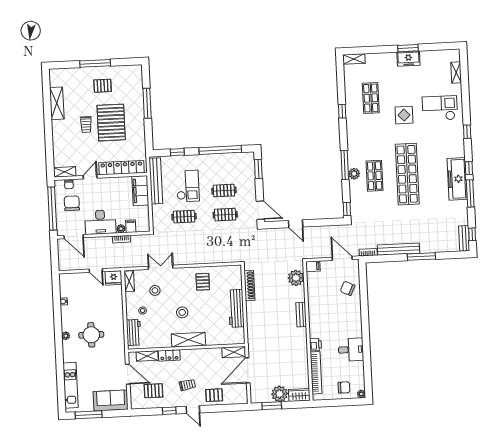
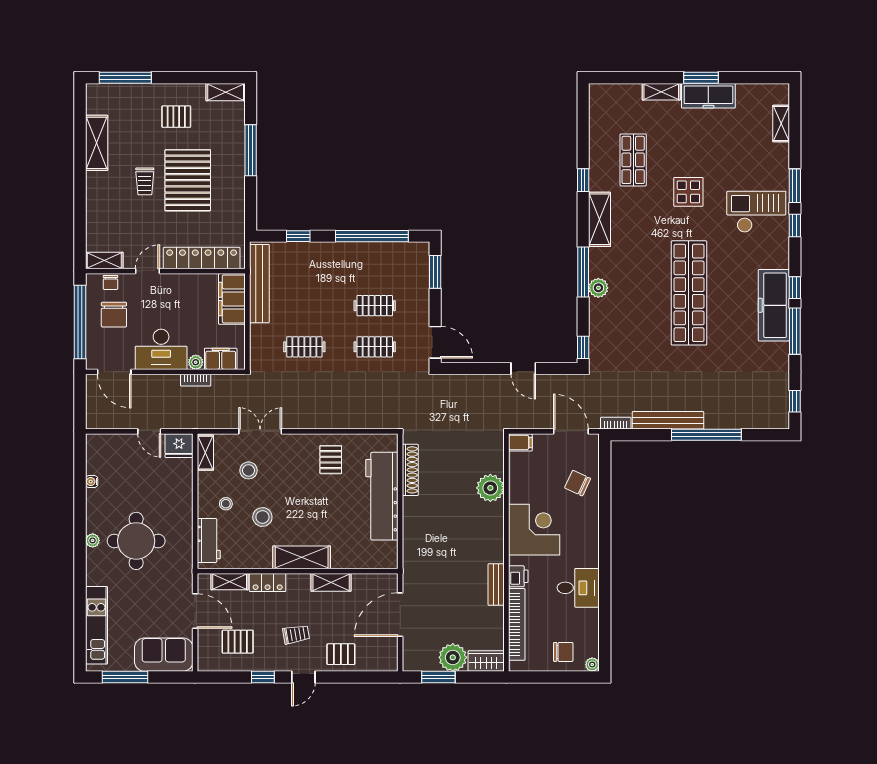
shelving: (354, 59) -> (661, 92), moved
freezer: (408, 59) -> (708, 96), width x1.40
window: (95, 63) -> (125, 78), moved
shelving: (131, 70) -> (226, 92), added
checkout: (440, 108) -> (756, 212), moved
window: (466, 108) -> (795, 186), added
shelving: (353, 134) -> (600, 219), added
shop shelf: (375, 176) -> (633, 293), removed
checkout: (188, 186) -> (313, 295), removed
chair: (72, 203) -> (114, 315), turned 180
door: (296, 224) -> (523, 368), moved
filing cabinet: (131, 226) -> (221, 359), width x2.00
bench: (464, 238) -> (781, 407), removed
window: (421, 257) -> (706, 435), width x1.46
plant: (296, 278) -> (490, 488), moved
workbench: (236, 308) -> (382, 496), width x1.36, depth x1.32
stool: (182, 312) -> (262, 517), moved
bench: (301, 315) -> (496, 585), moved
corner desk: (324, 317) -> (534, 530), added
round table: (91, 335) -> (136, 541), width x1.36, depth x1.36
shelving: (234, 352) -> (331, 582), moved
door: (193, 410) -> (303, 677), hinge flipped

